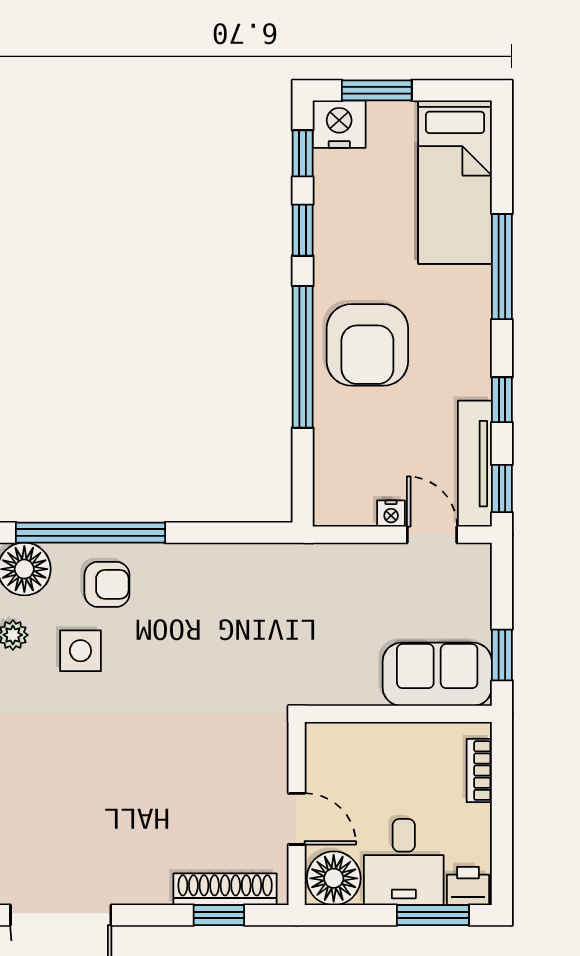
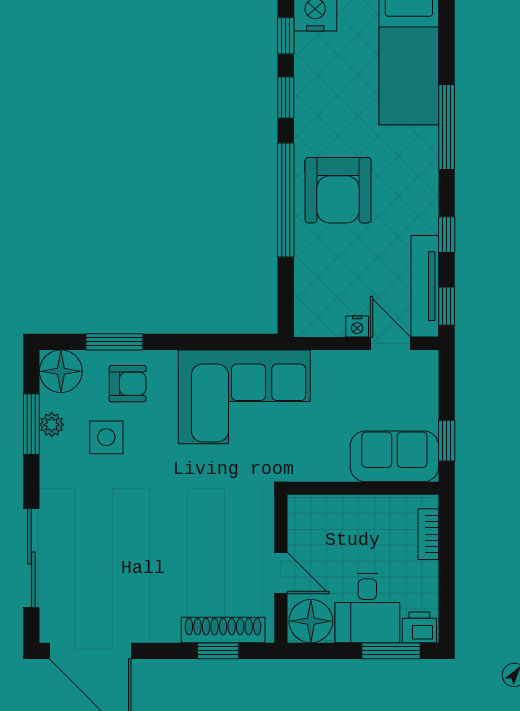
window: (91, 533) -> (114, 342), width x0.47
corner sofa: (251, 601) -> (244, 397), added

